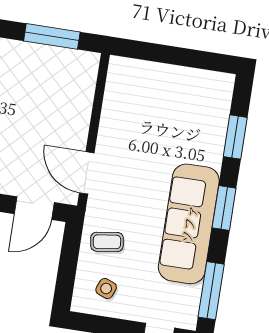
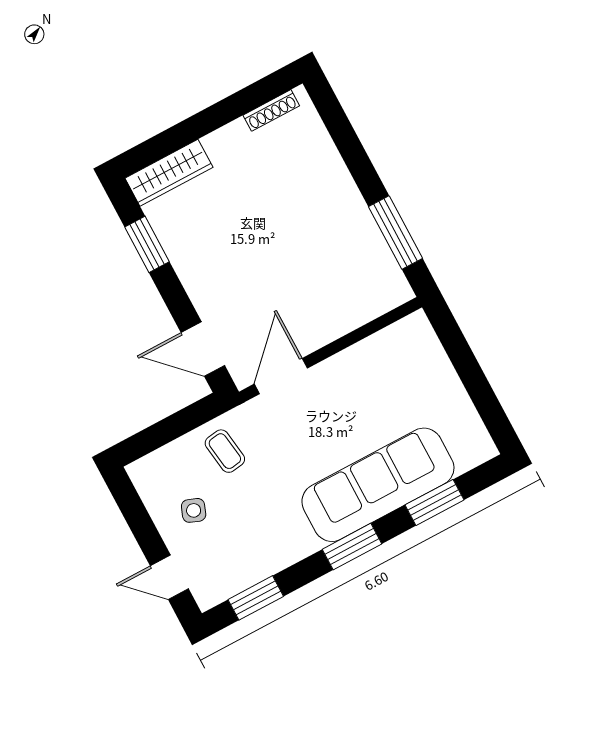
sofa: (189, 224) -> (378, 485), moved
side table: (106, 288) -> (194, 510), moved
window: (211, 291) -> (256, 598), width x0.69

